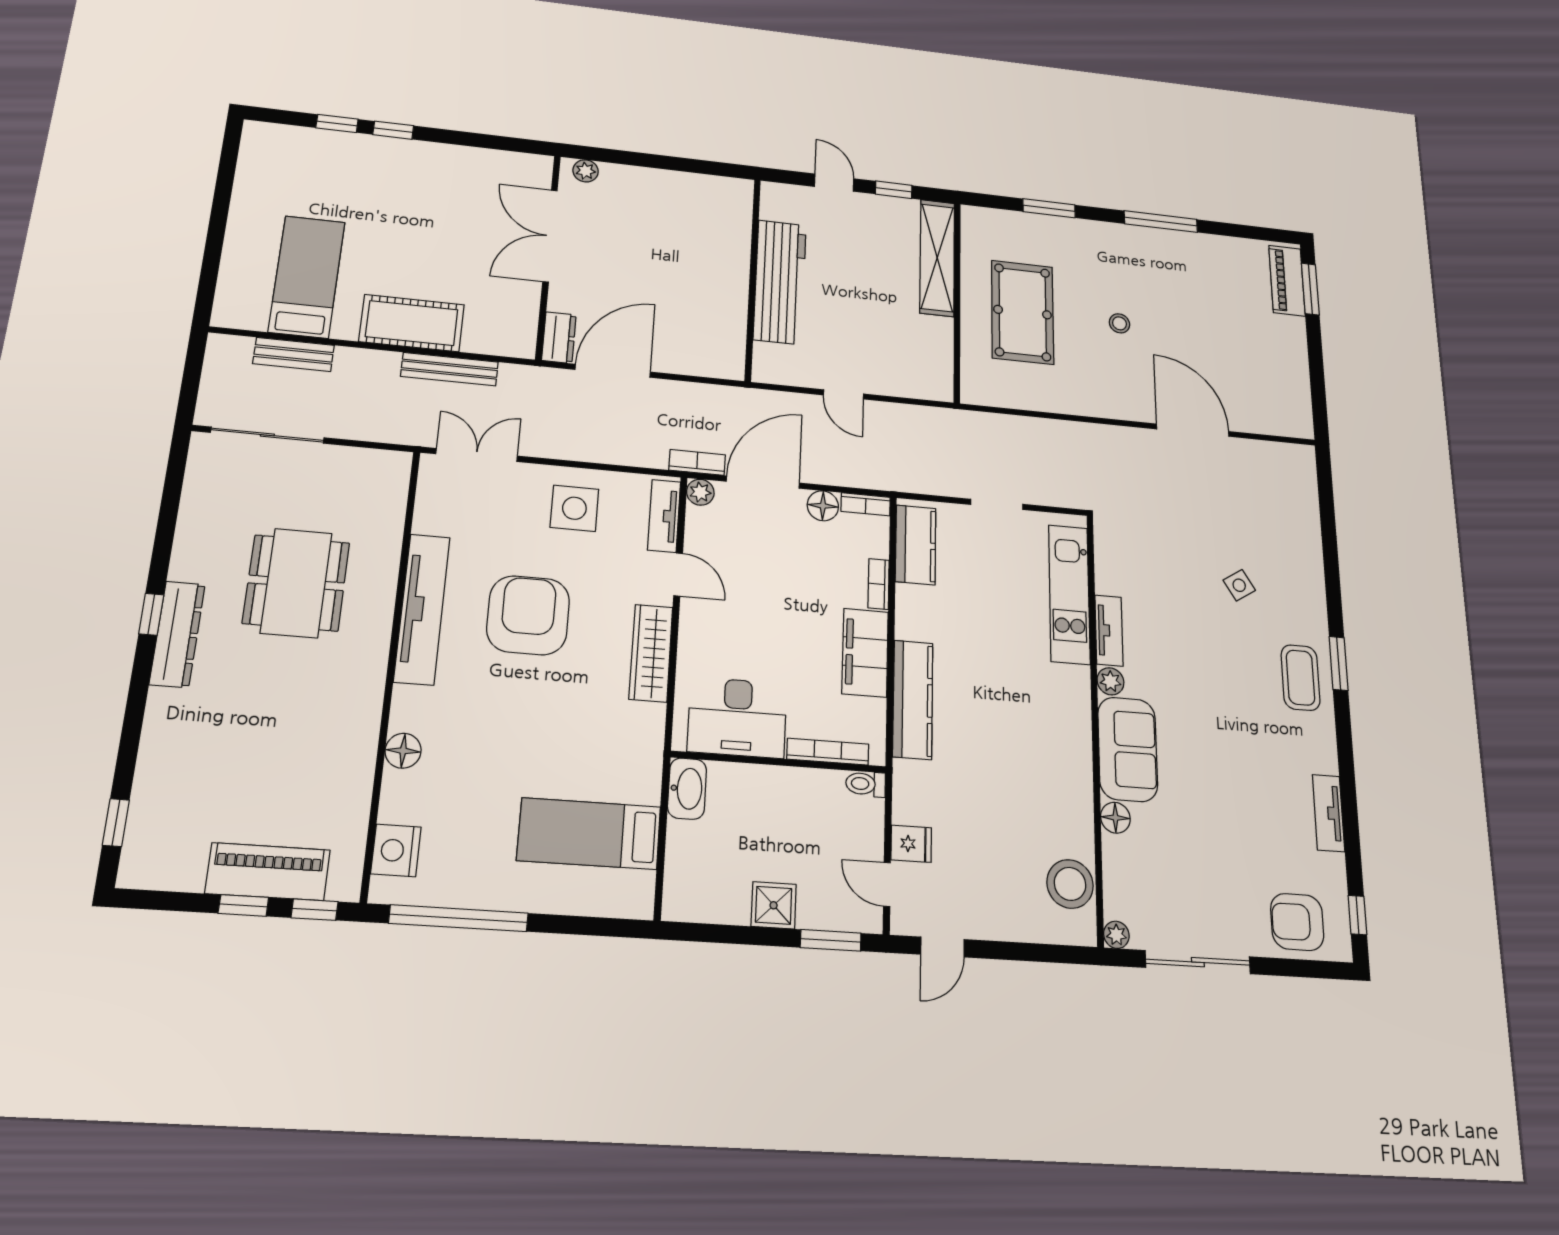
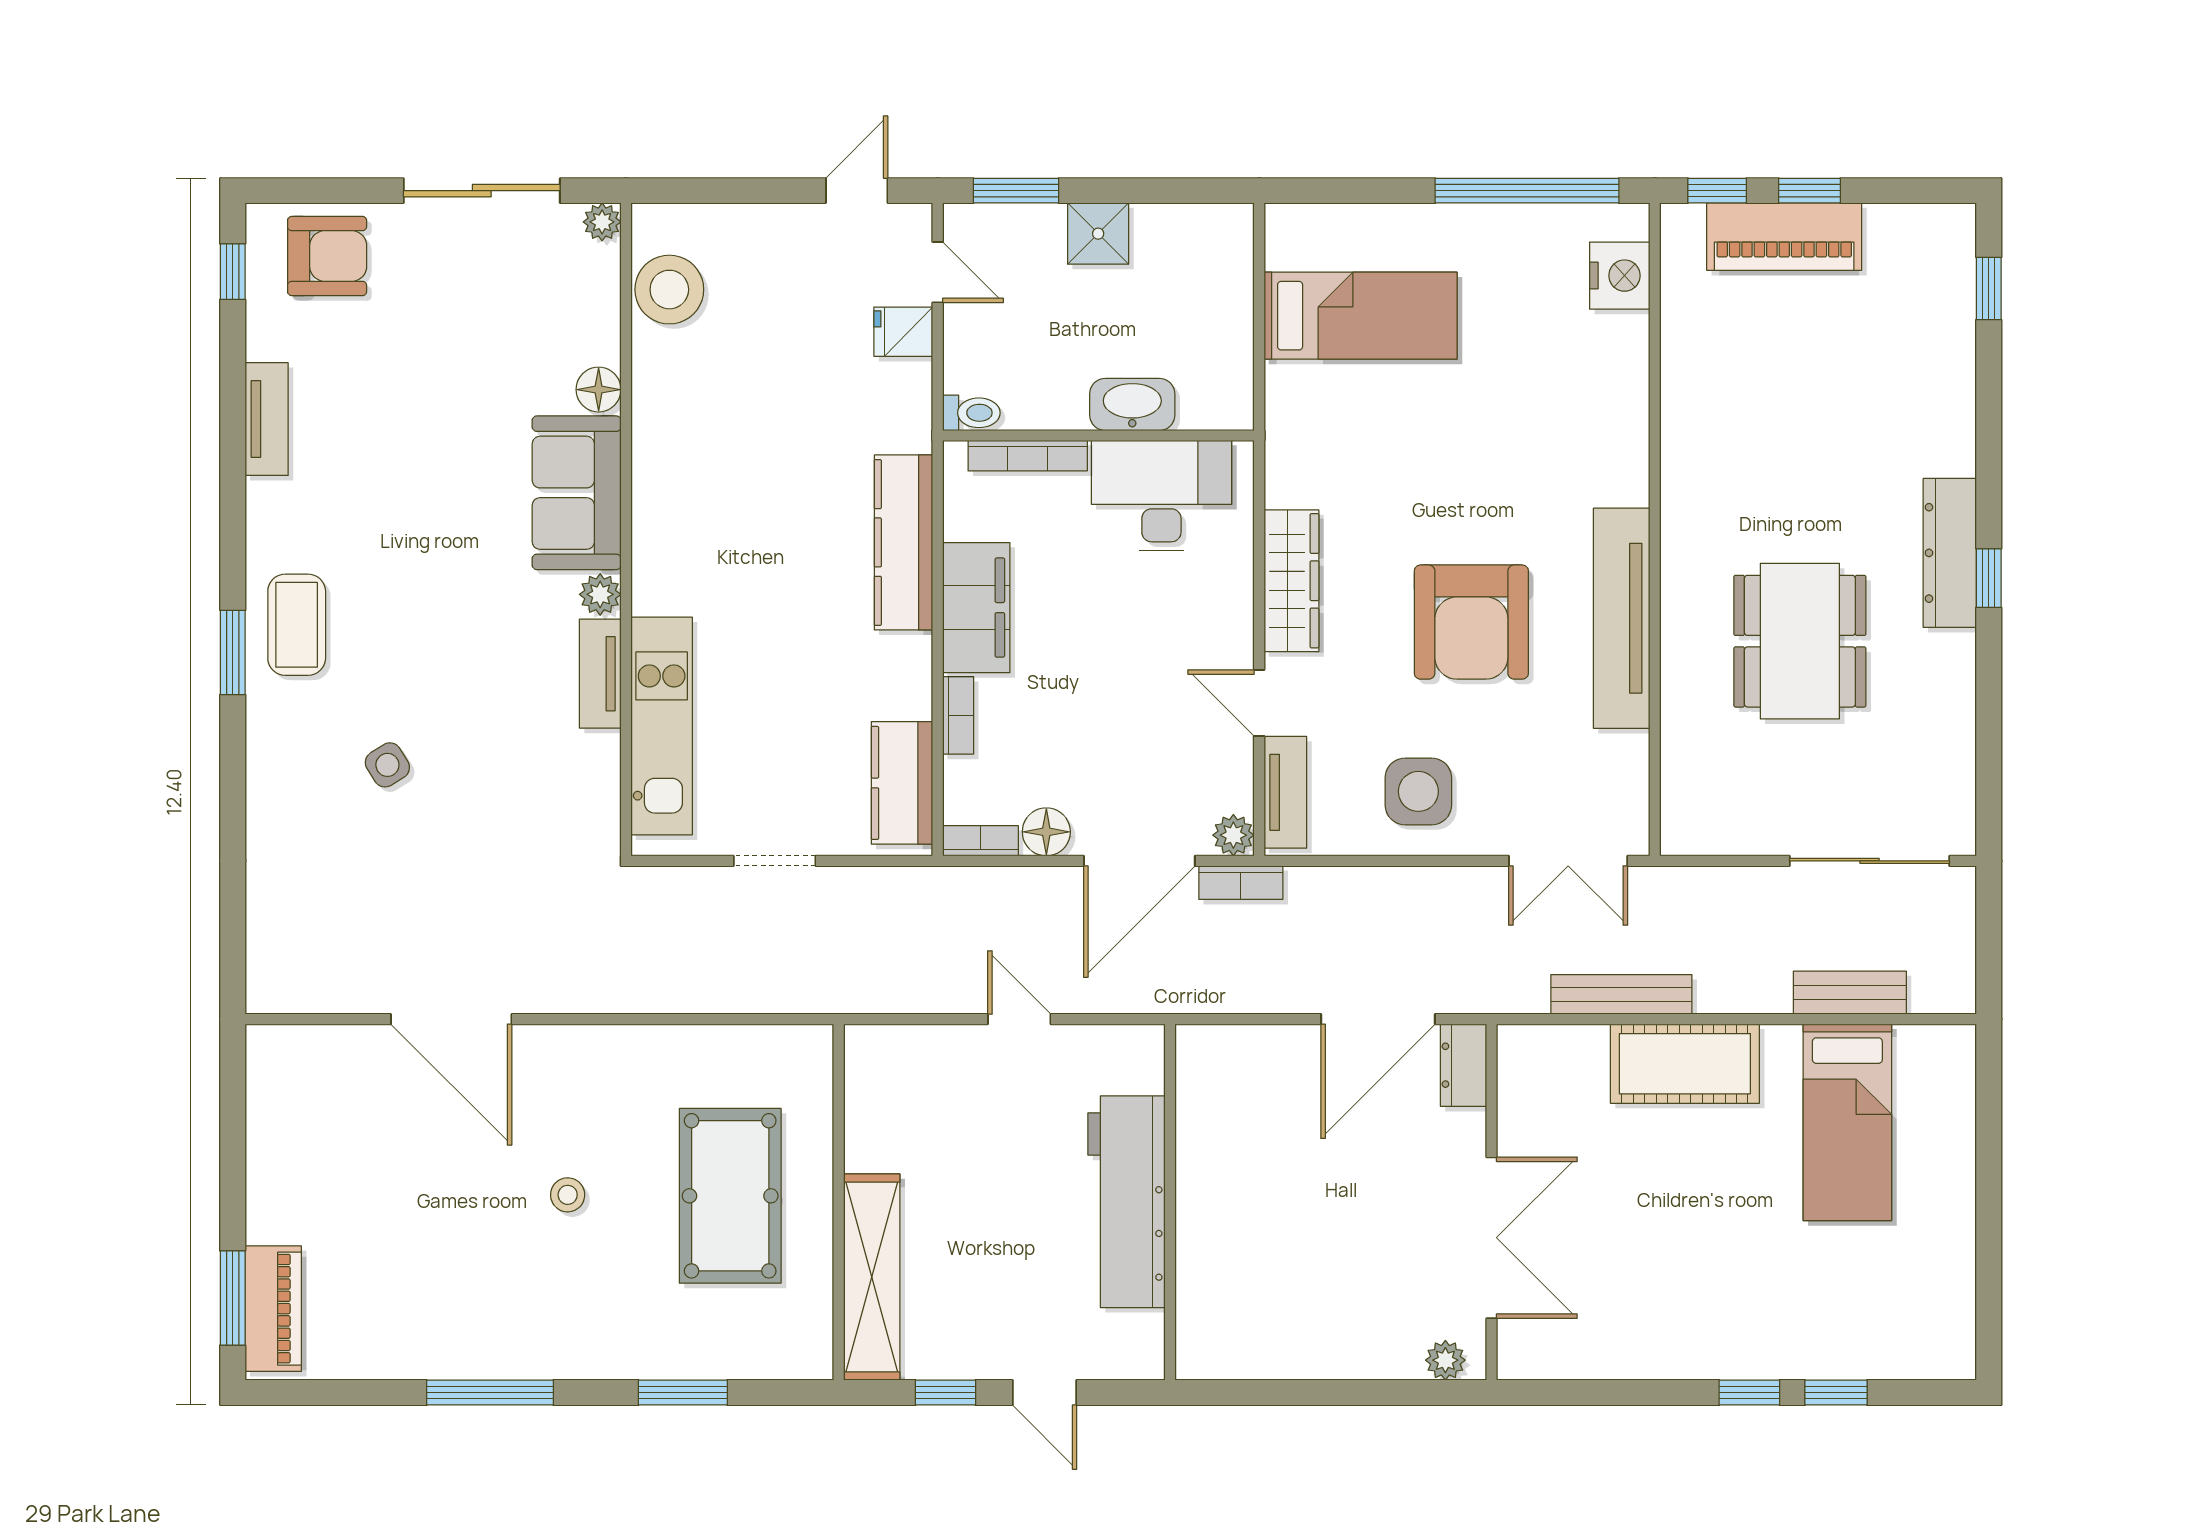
floor lamp: (403, 751) -> (1625, 413), removed
washbasin: (687, 789) -> (1132, 404), moved, turned 90

